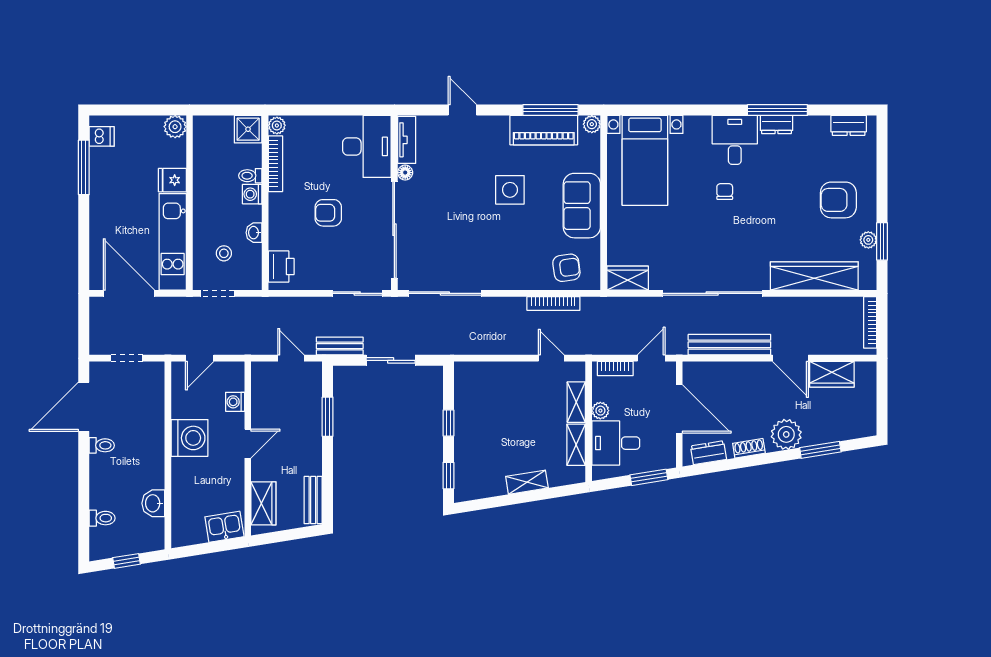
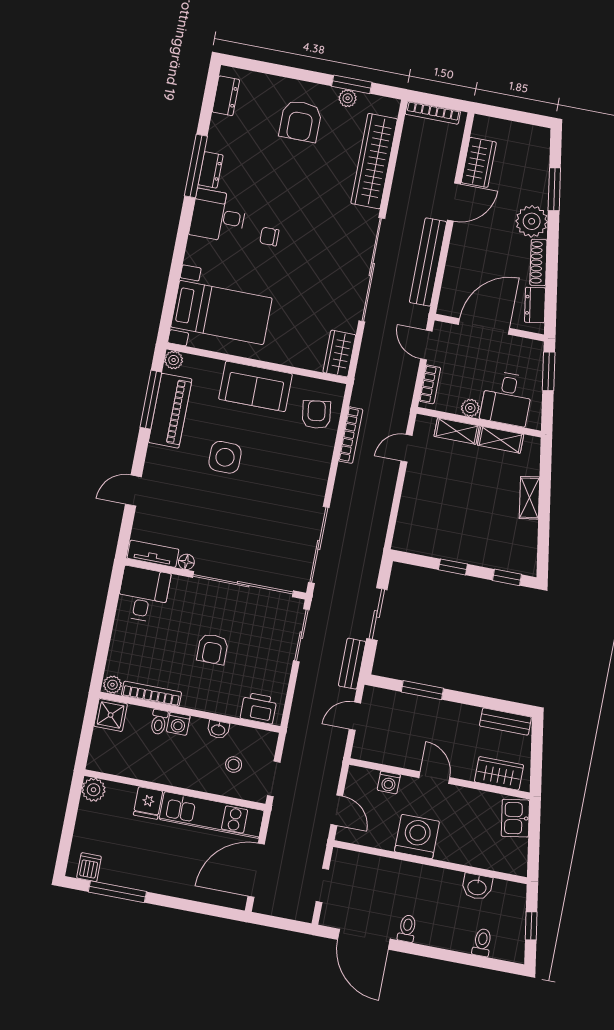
desk: (367, 146) -> (143, 594), width x0.73
shoe rack: (749, 448) -> (538, 262), width x1.43

